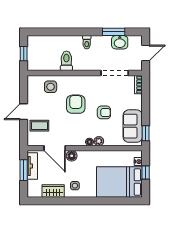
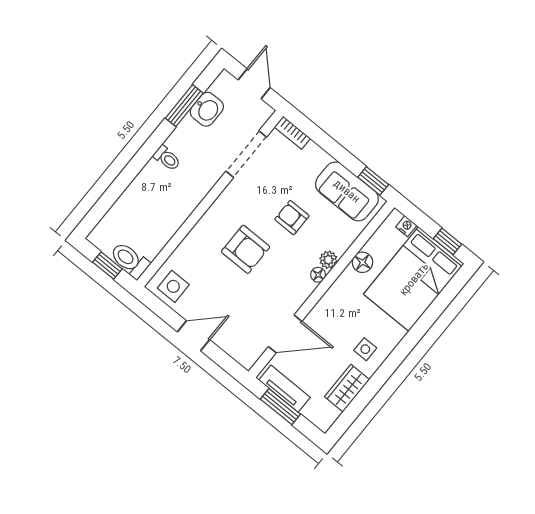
toilet: (66, 61) -> (130, 260), moved
side table: (51, 87) -> (173, 286), moved
armchair: (76, 104) -> (246, 249), turned 180
door: (24, 112) -> (194, 336), swing flipped
armchair: (104, 112) -> (292, 218), turned -90
coffee table: (39, 126) -> (233, 329), removed
floor lamp: (72, 156) -> (362, 262), moved
window: (146, 173) -> (447, 241), moved

